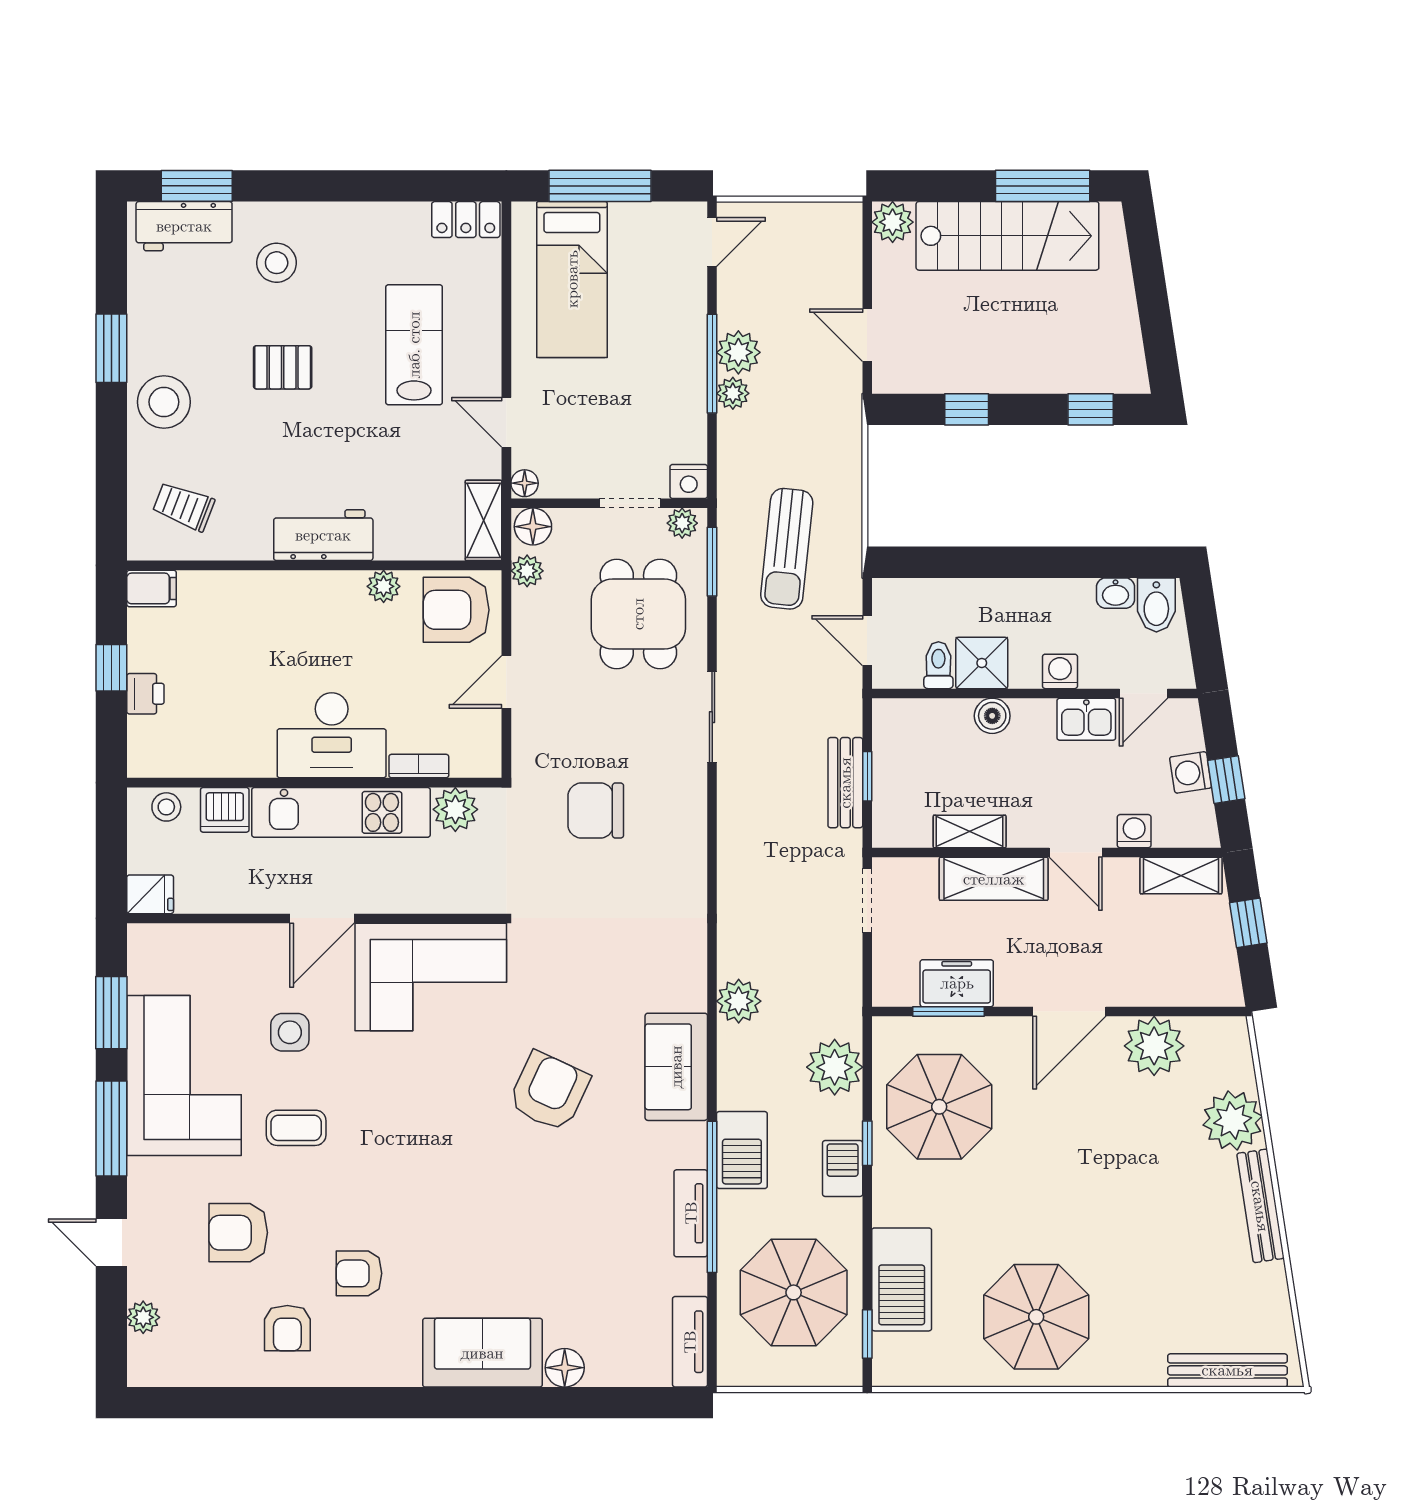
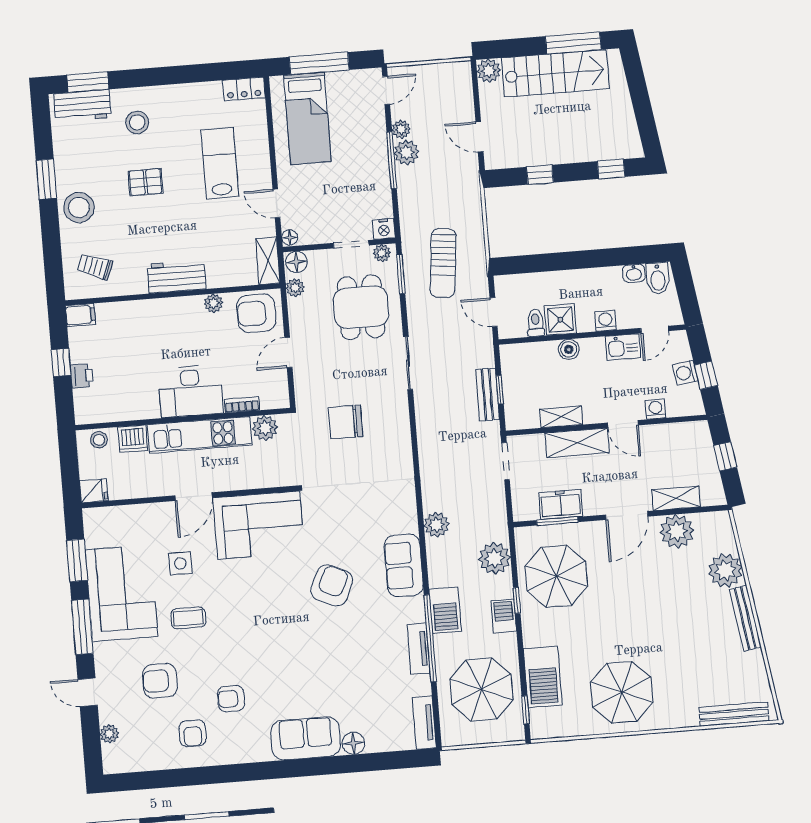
plant: (733, 393) -> (401, 129), moved
shelving: (1181, 876) -> (676, 498), moved

